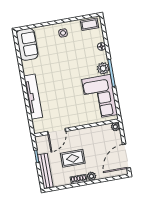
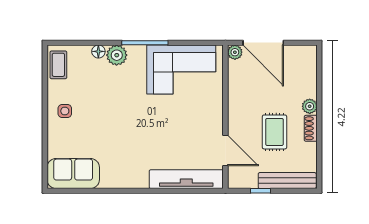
plant: (103, 68) -> (117, 55), moved
tv unit: (33, 97) -> (186, 179), moved
door: (126, 156) -> (263, 43), moved

